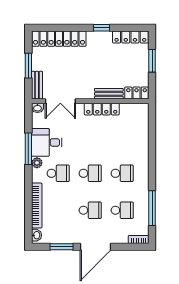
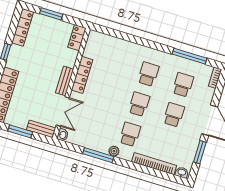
bench: (109, 94) -> (65, 81), moved
desk: (47, 142) -> (98, 136), removed

